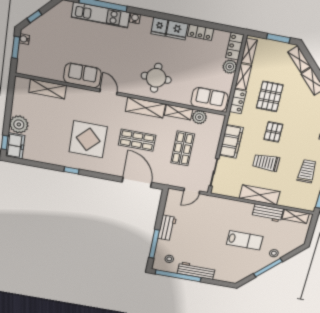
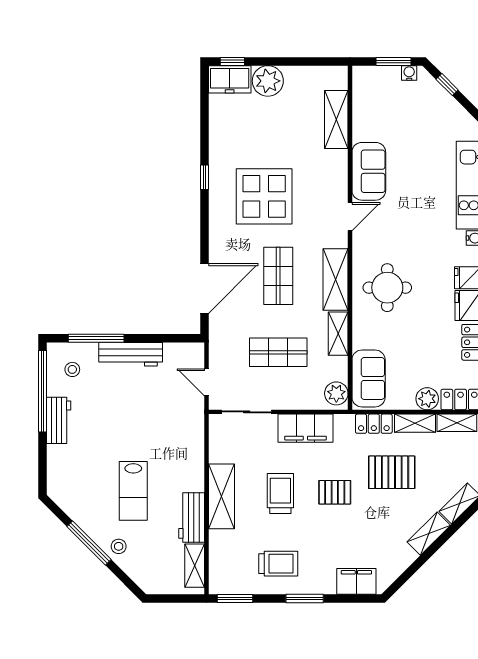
plant: (199, 117) -> (336, 393), moved
workbench: (167, 228) -> (131, 354), width x1.38
workbench: (196, 271) -> (59, 420), width x0.73

